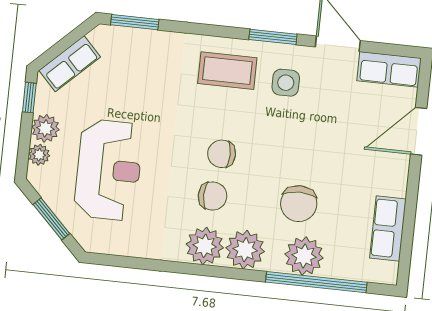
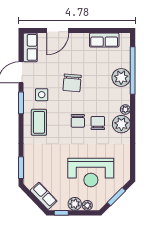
door: (419, 131) -> (58, 31), hinge flipped
reception desk: (109, 170) -> (91, 172), turned 180
chair: (299, 204) -> (72, 83), moved, turned 95
plant: (245, 250) -> (125, 109), width x0.53, depth x0.53

